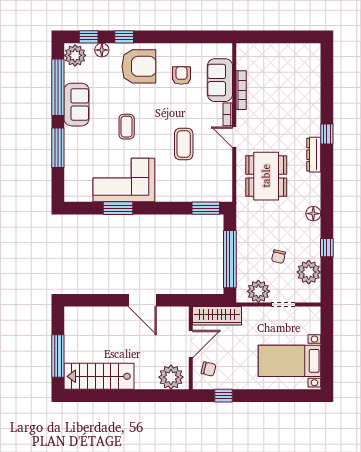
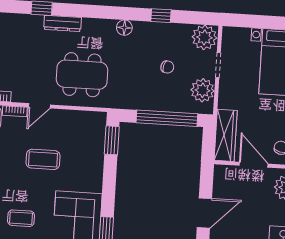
plant: (309, 272) -> (204, 37), moved

